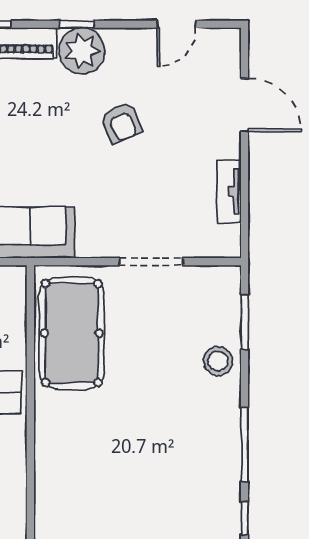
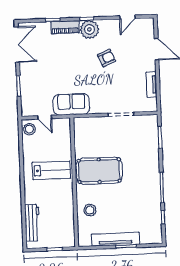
armchair: (121, 122) -> (107, 58), turned -89
pool table: (72, 333) -> (99, 171), moved, turned 90
stool: (218, 361) -> (90, 210), moved

